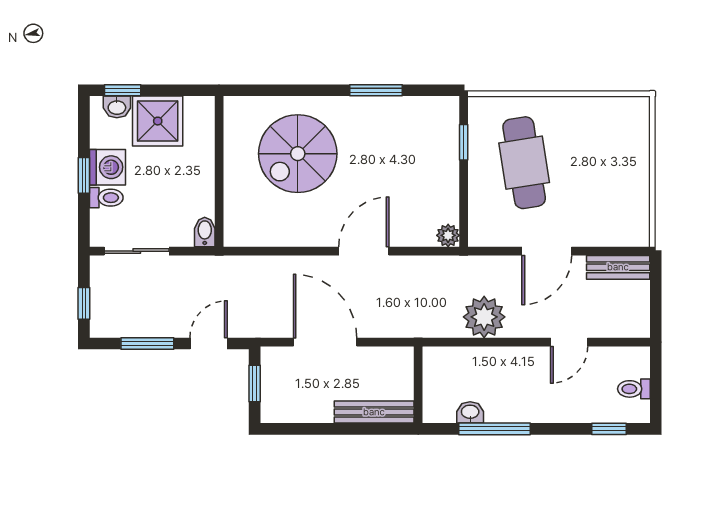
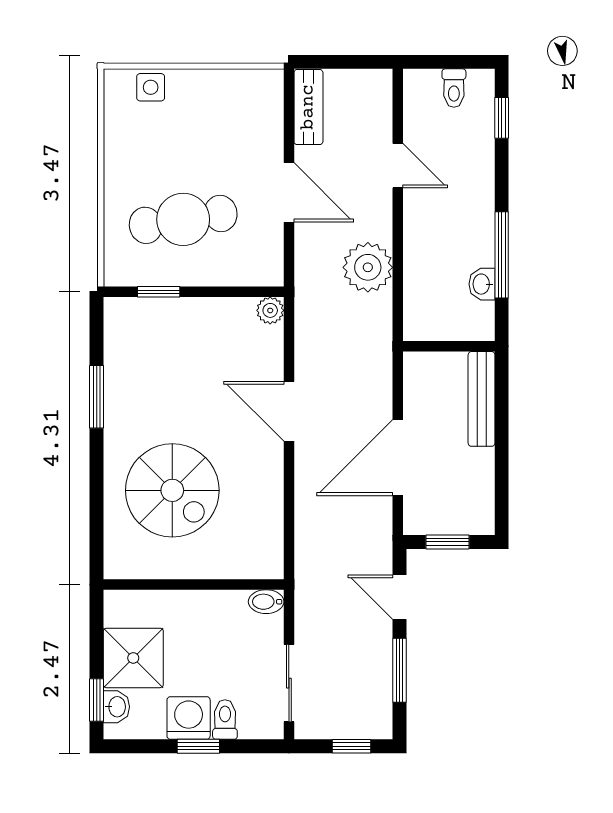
side table: (635, 136) -> (151, 87), added

